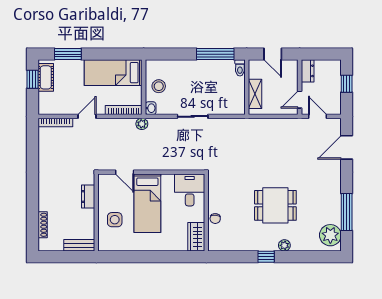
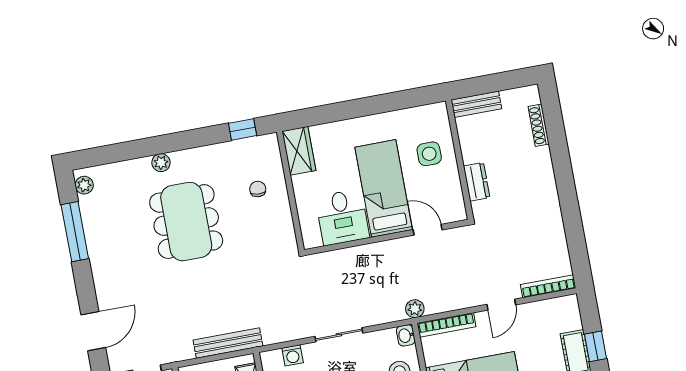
washing machine: (224, 109) -> (293, 355), added
bench: (263, 124) -> (228, 343), added
desk: (190, 190) -> (342, 217), moved
dining table: (275, 205) -> (186, 222), width x1.37
chair: (215, 219) -> (258, 189), moved
plant: (330, 235) -> (84, 185), width x0.53, depth x0.53
window: (266, 257) -> (243, 129), moved

